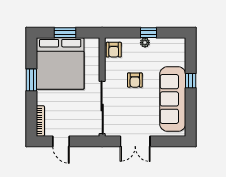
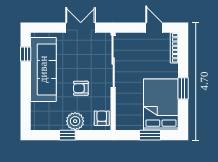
plant: (145, 43) -> (75, 121), width x1.87, depth x1.87
bed: (60, 64) -> (161, 104), width x0.73
armchair: (135, 80) -> (81, 88), turned -90
window: (191, 81) -> (26, 54), moved

